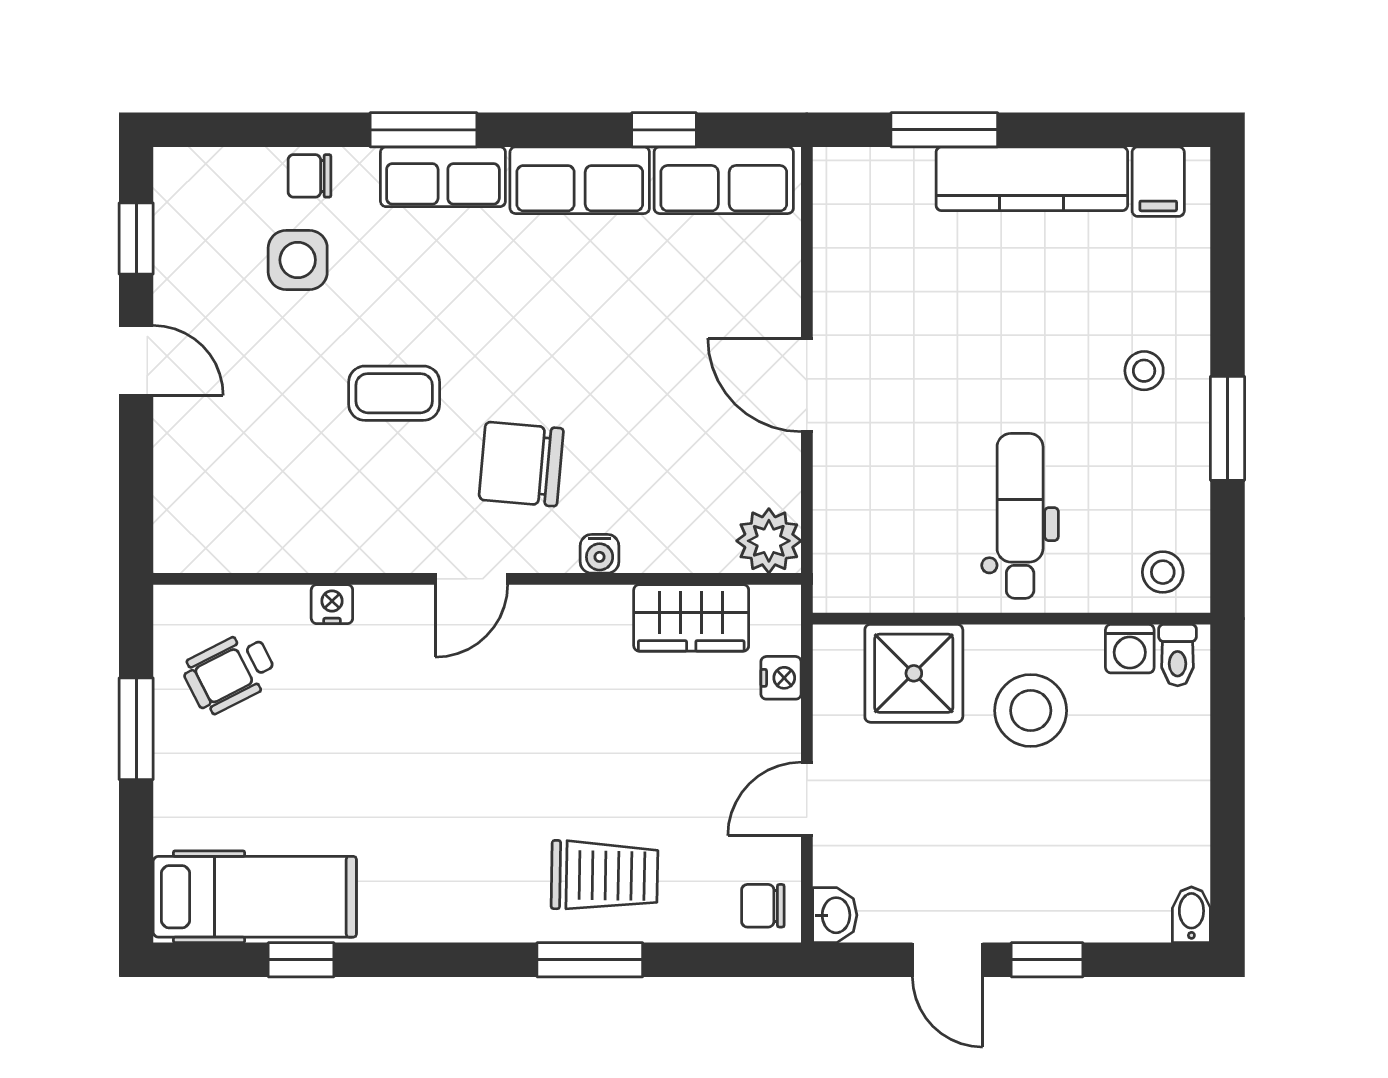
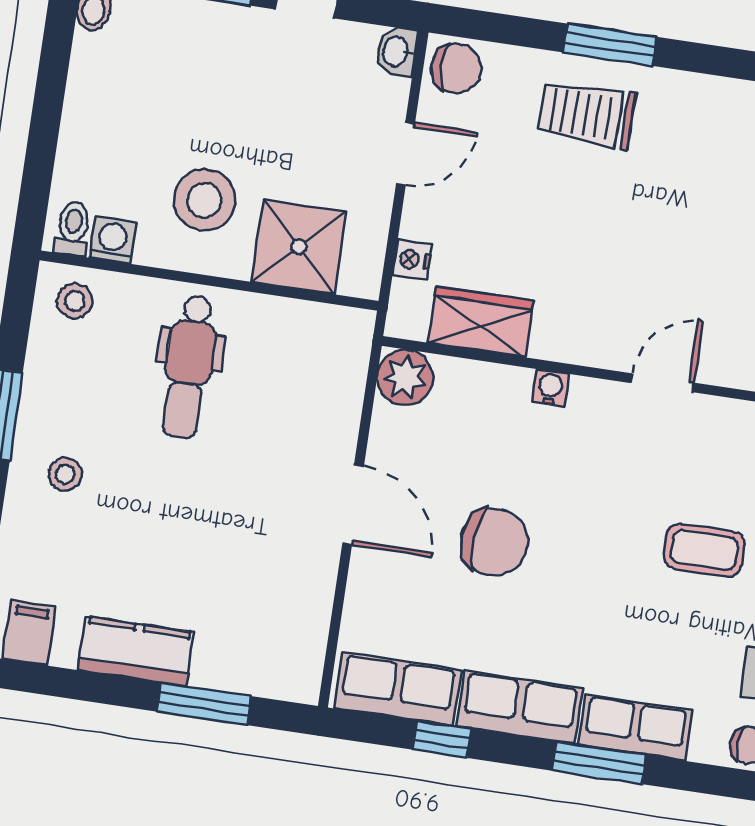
window: (423, 130) -> (599, 763), moved
kitchen counter: (1032, 179) -> (136, 651), width x0.67
chair: (521, 464) -> (494, 542), moved
chair: (763, 906) -> (456, 69), width x1.37, depth x1.37

